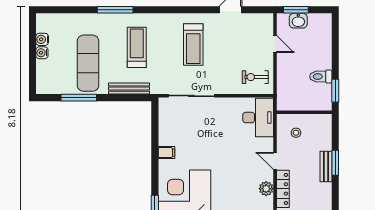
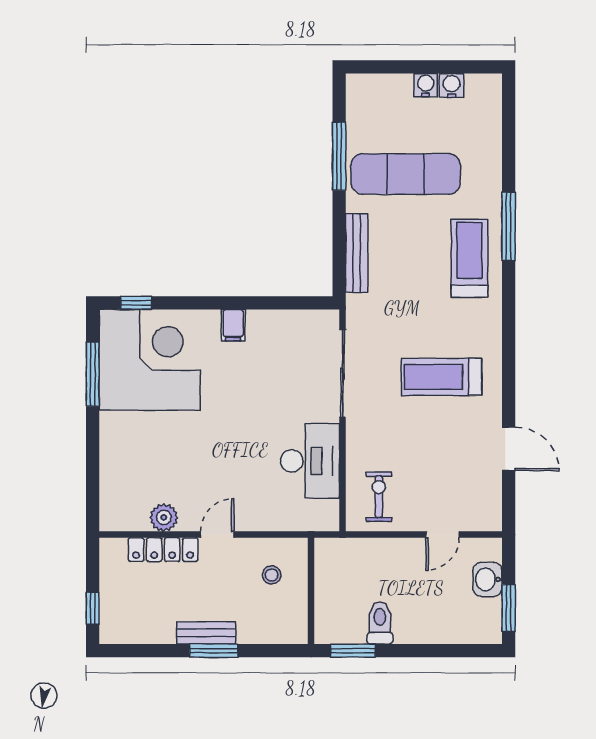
window: (296, 10) -> (509, 608), moved
treadmill: (137, 47) -> (469, 258), moved, turned -90
desk: (258, 118) -> (310, 461), moved, turned -90

